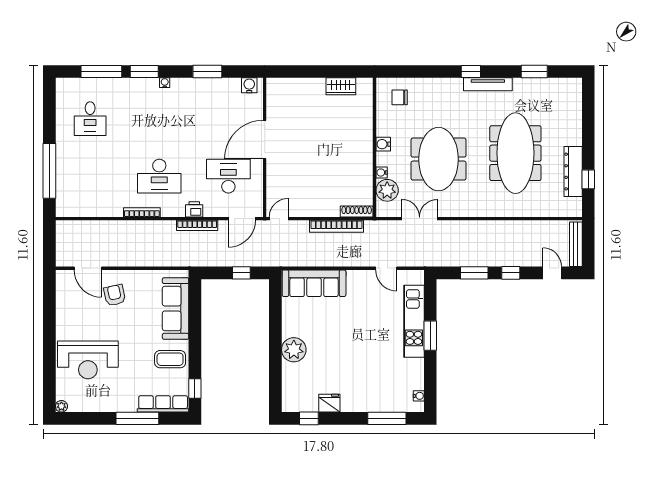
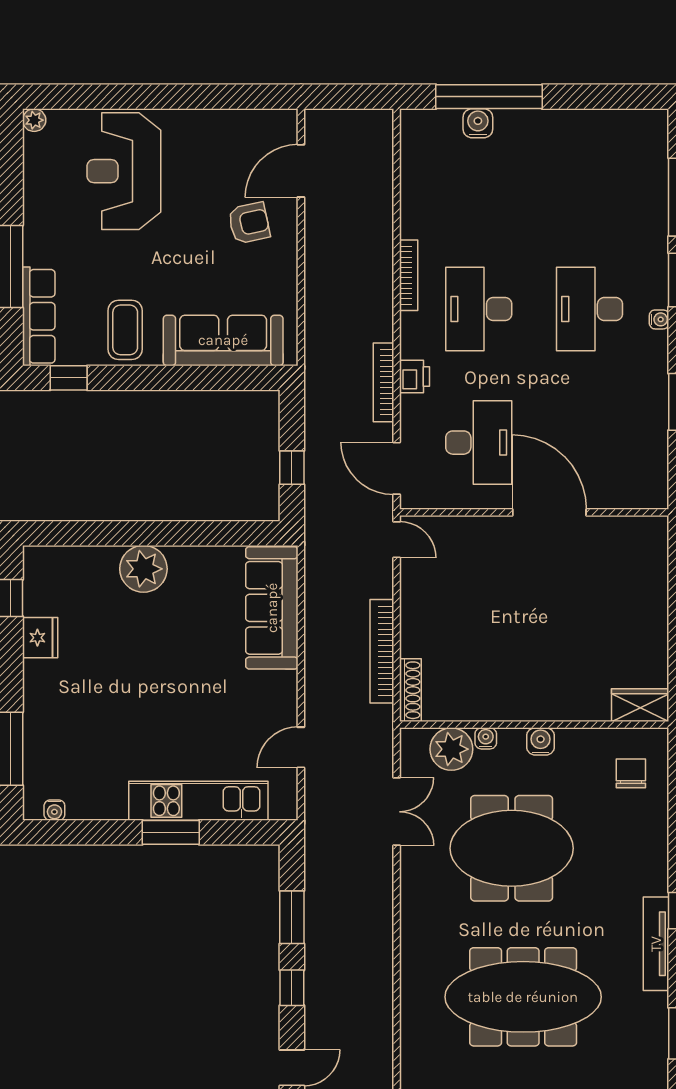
water cooler: (249, 85) -> (478, 123), moved, turned -90
wardrobe: (341, 86) -> (640, 705), moved, turned 90
desk: (90, 119) -> (590, 309), moved, width x1.37

